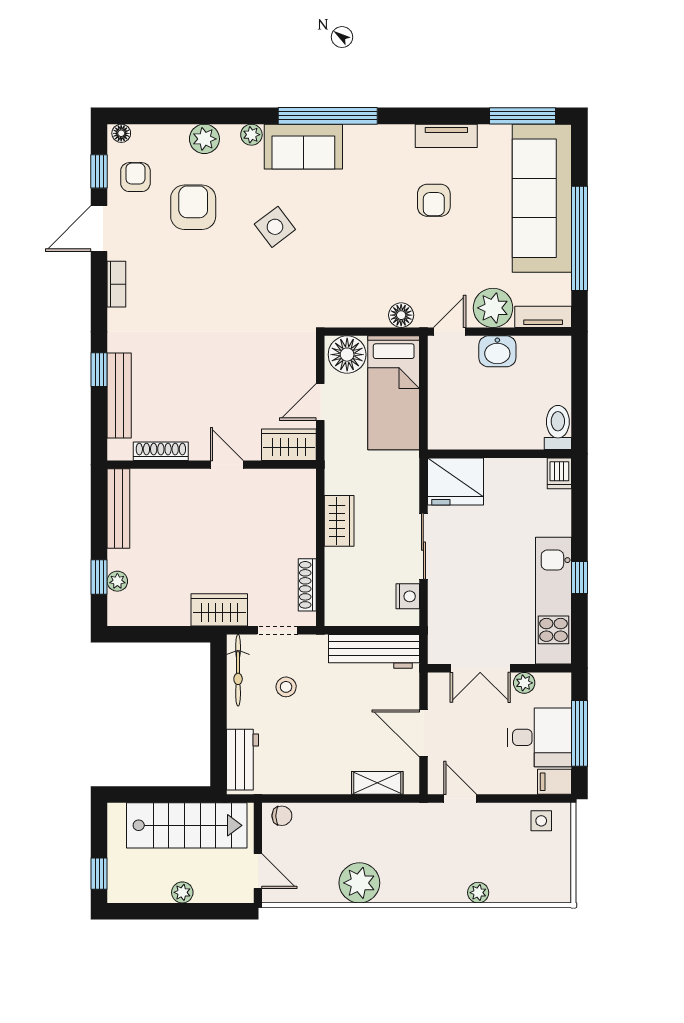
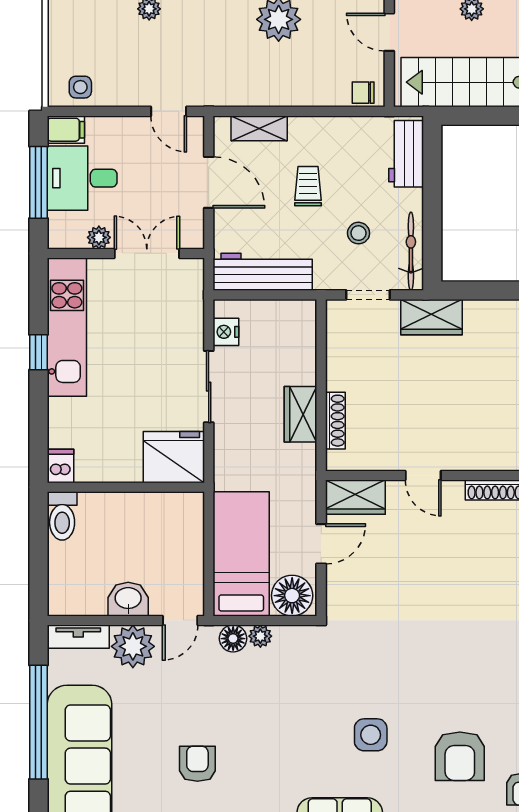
side table: (275, 227) -> (371, 735), turned 37
plant: (376, 317) -> (260, 636), added
shoe rack: (307, 585) -> (335, 421), moved
trolley: (332, 730) -> (308, 186), added

